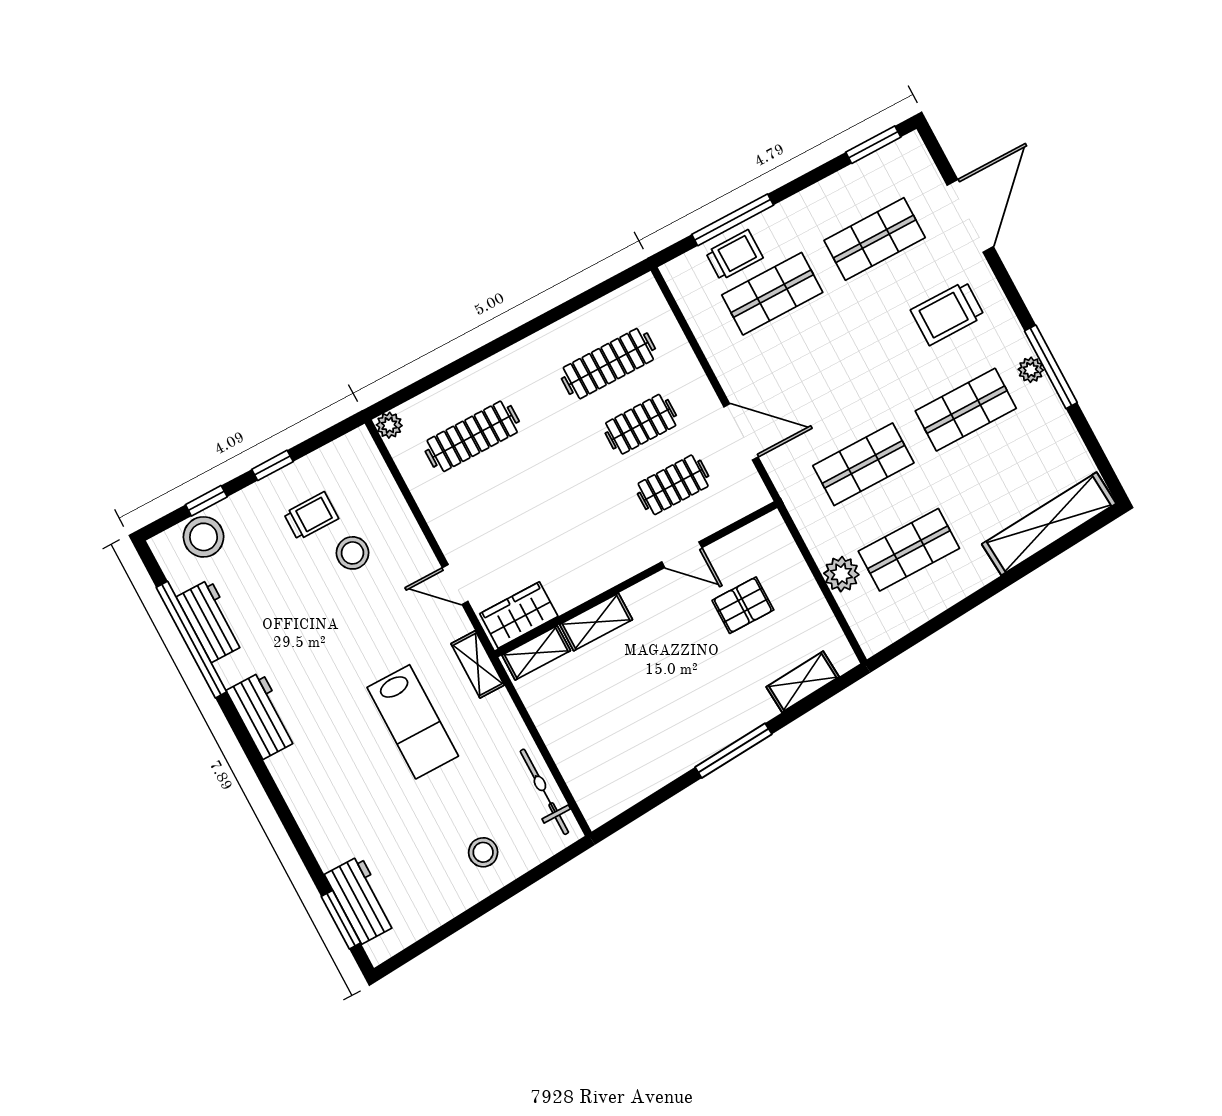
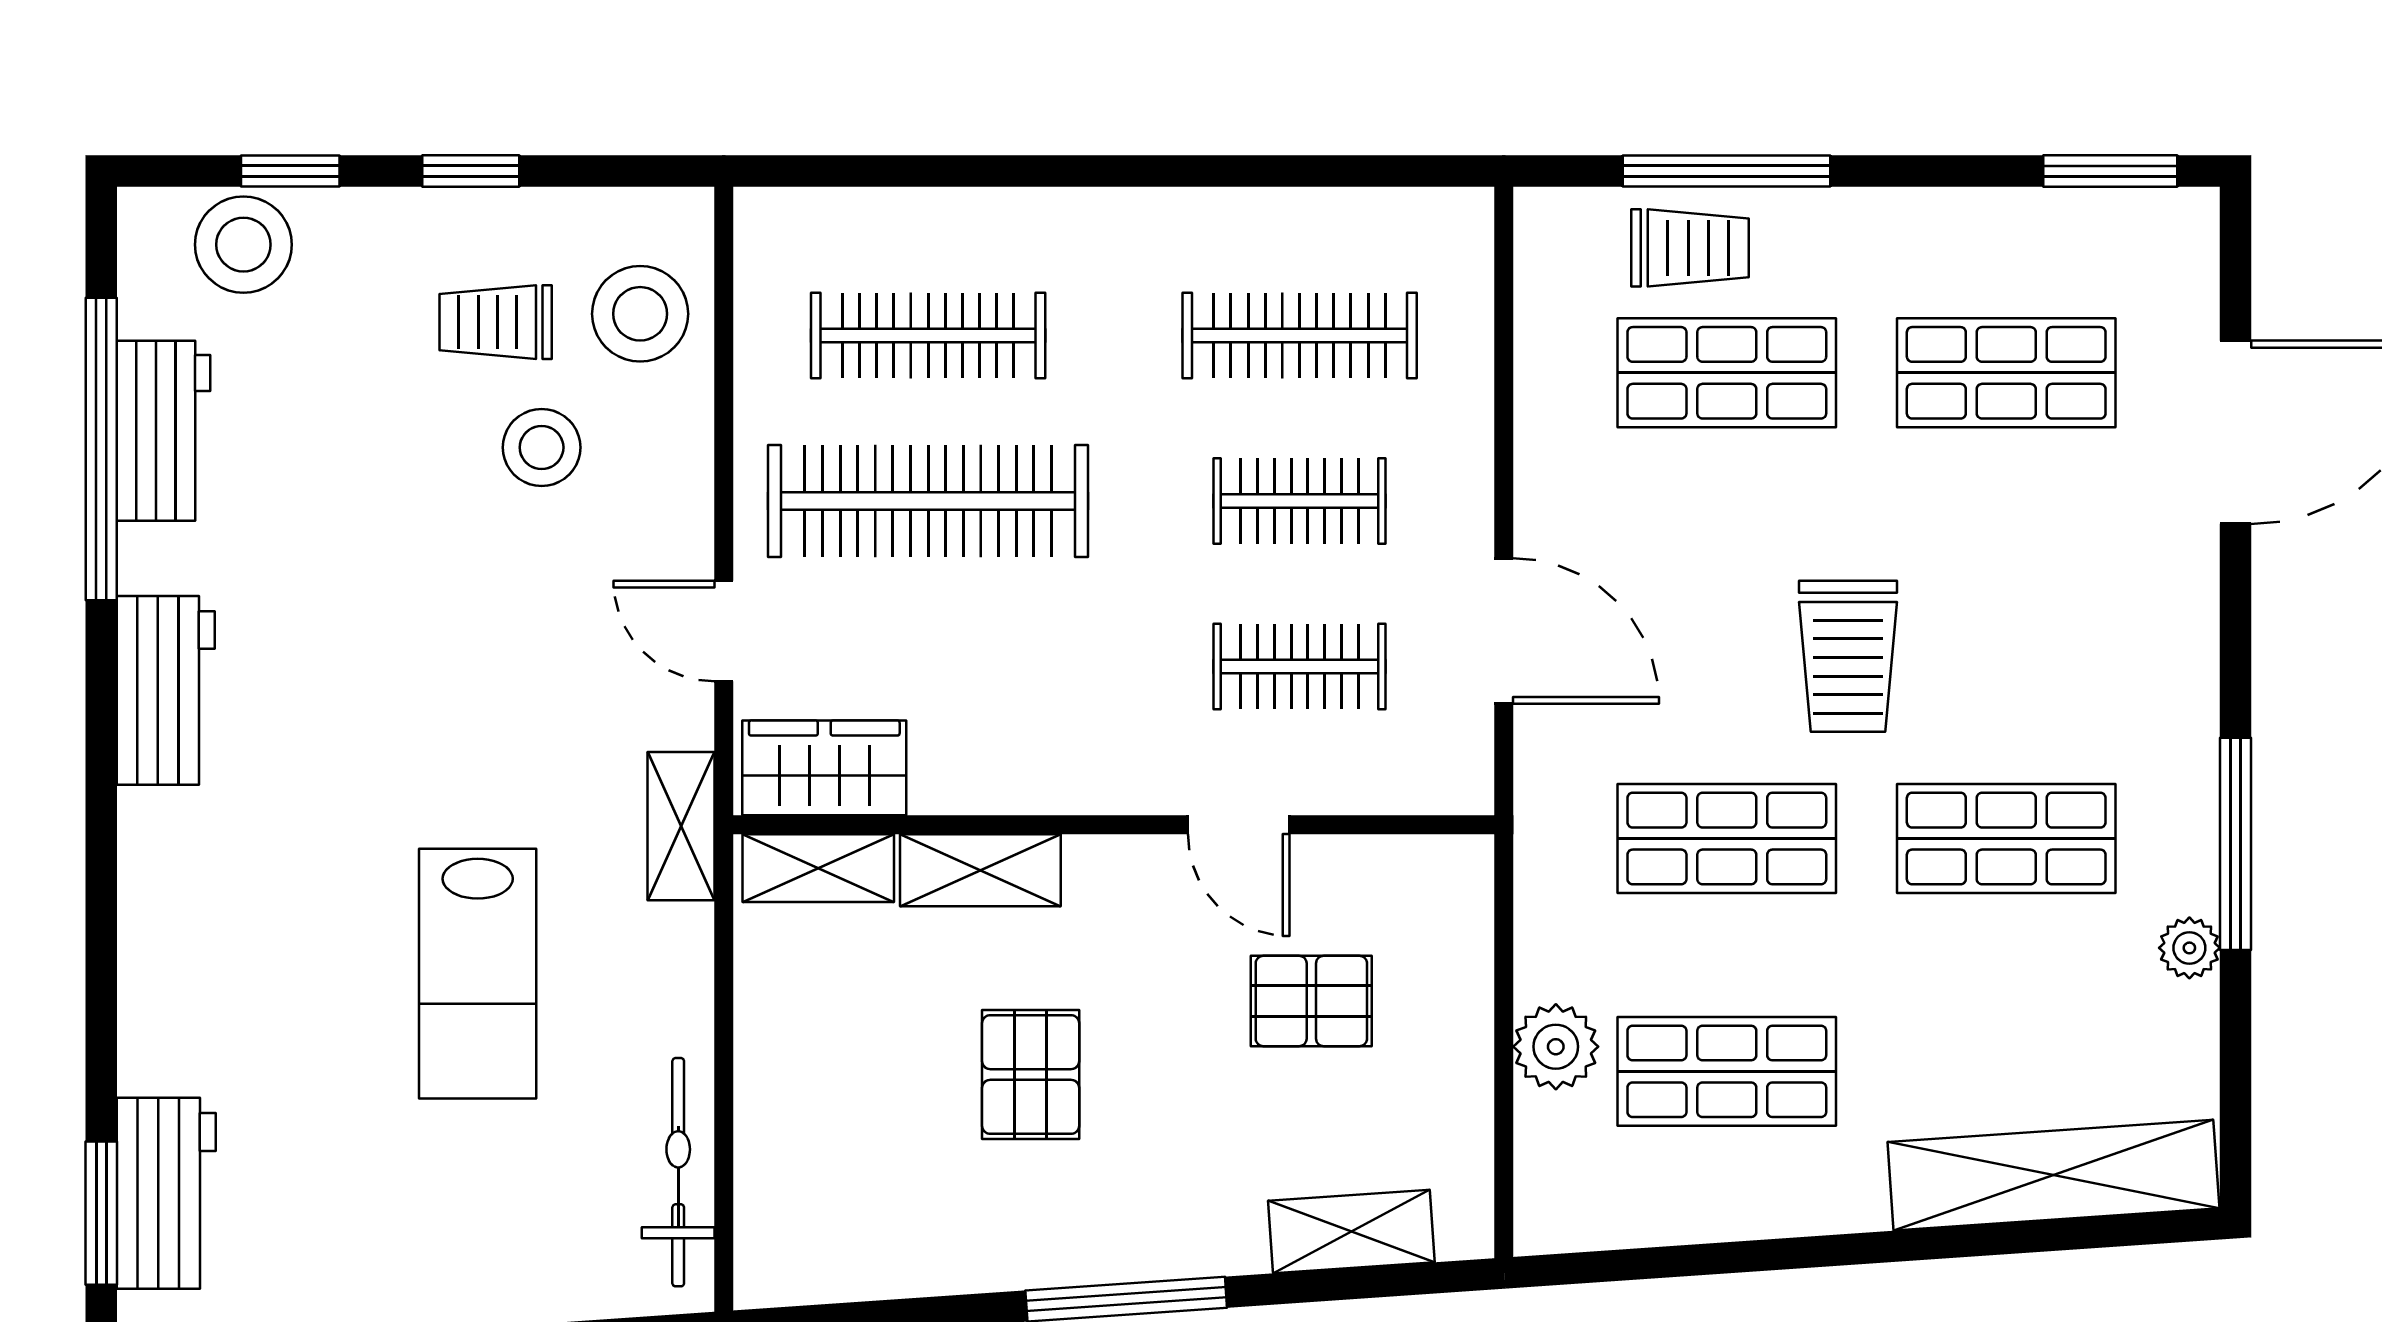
trolley: (947, 313) -> (1848, 656), moved, turned -90
plant: (1031, 370) -> (2189, 948), moved
plant: (389, 425) -> (764, 218), removed
clothes rail: (505, 497) -> (928, 501), added
trolley: (311, 516) -> (496, 322), turned 180
pallet: (654, 687) -> (1031, 1075), added
lab bench: (413, 722) -> (478, 974), moved
stool: (483, 852) -> (640, 314), moved, width x1.38, depth x1.38

